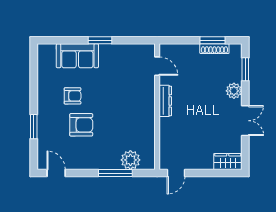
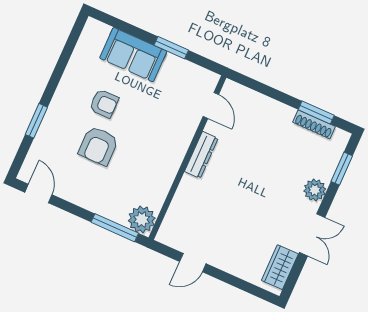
door: (157, 66) -> (211, 105), moved
dresser: (165, 101) -> (201, 155), moved
wall: (157, 107) -> (187, 158), moved
armchair: (81, 125) -> (98, 146), turned 90
wardrobe: (228, 162) -> (280, 267), moved, turned -90

